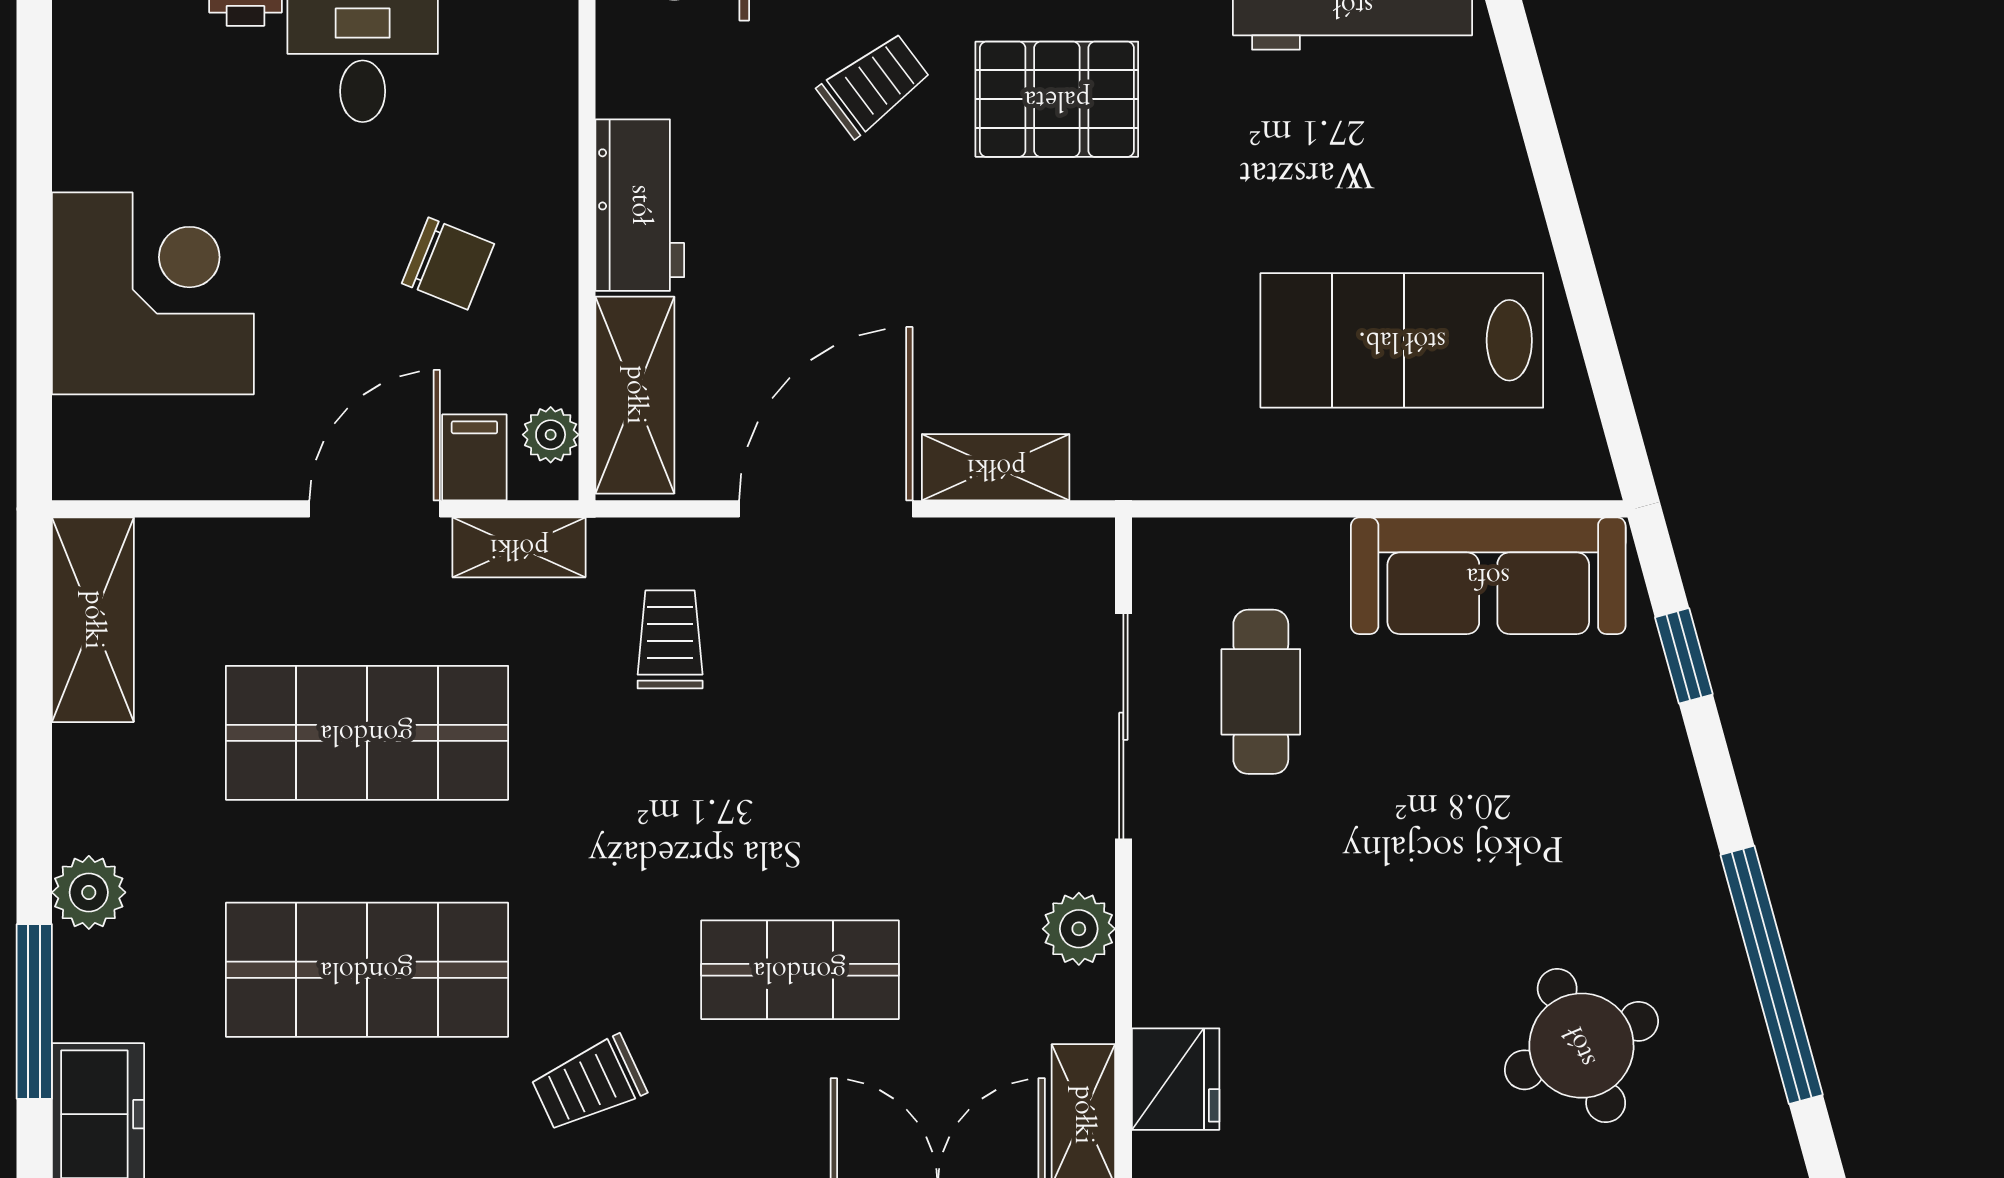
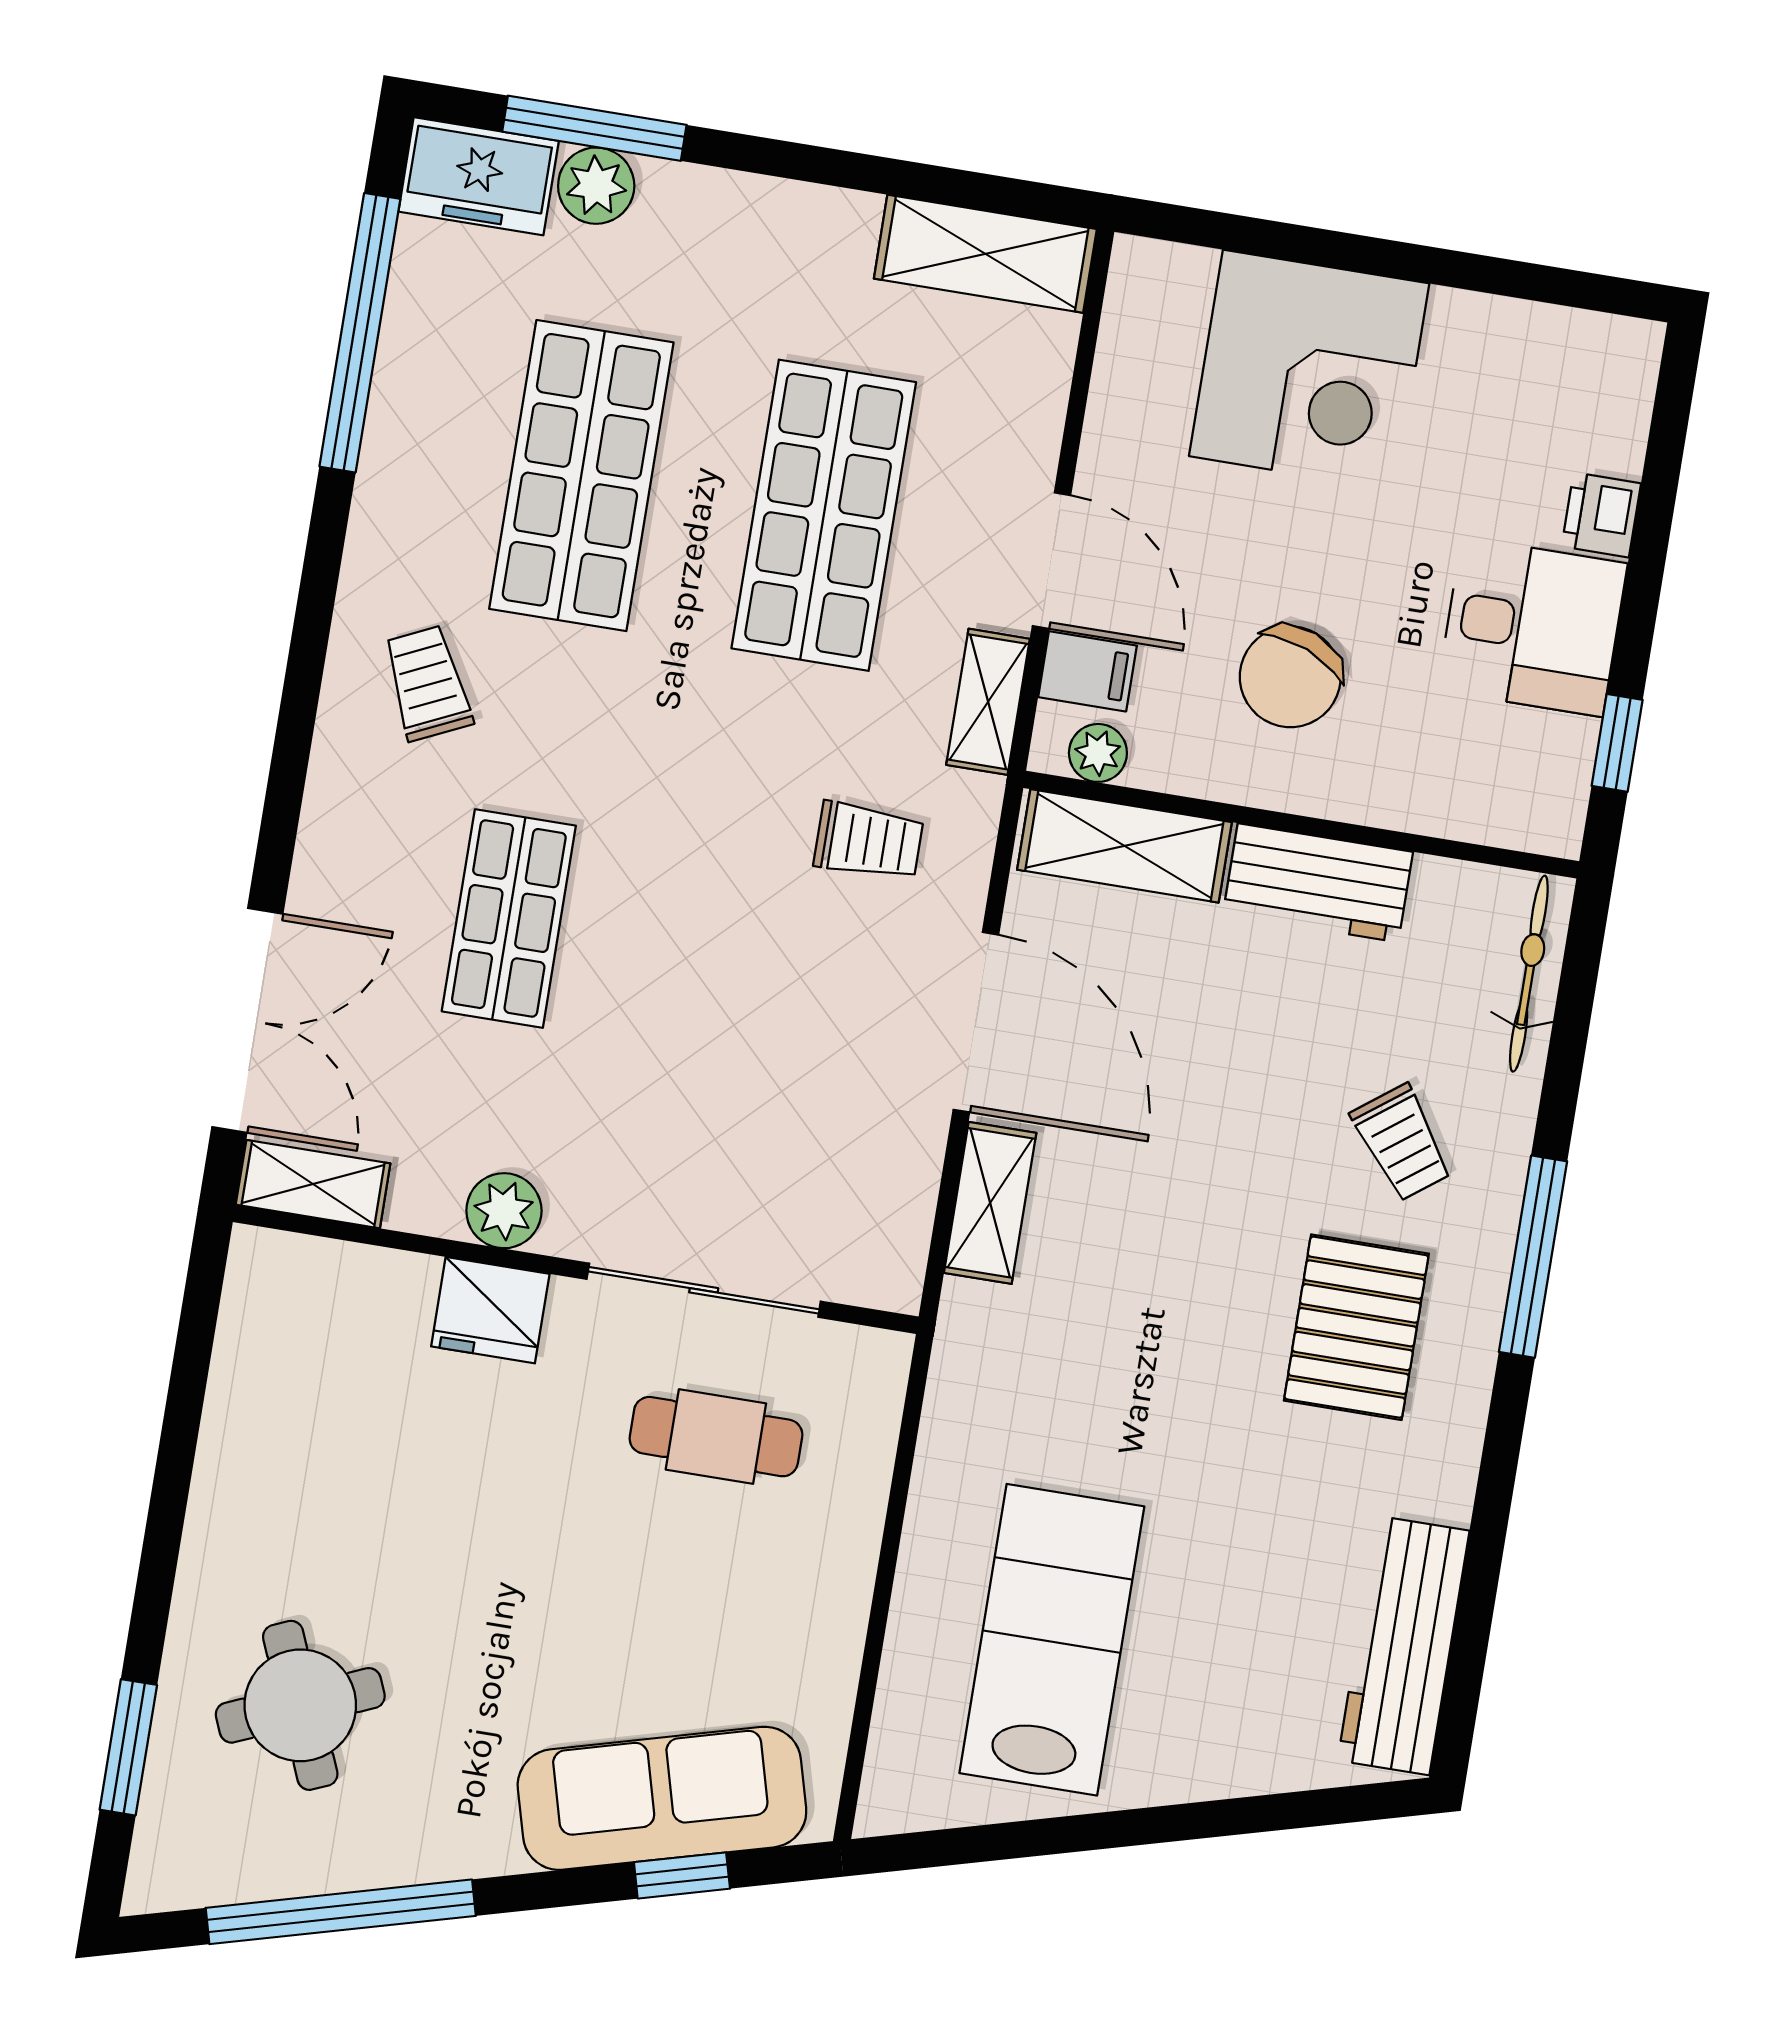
chair: (448, 264) -> (1290, 677), width x1.37, depth x1.37
sofa: (1488, 576) -> (662, 1798), moved, turned 75
plant: (89, 892) -> (596, 186), moved
fridge: (1176, 1079) -> (490, 1310), moved

